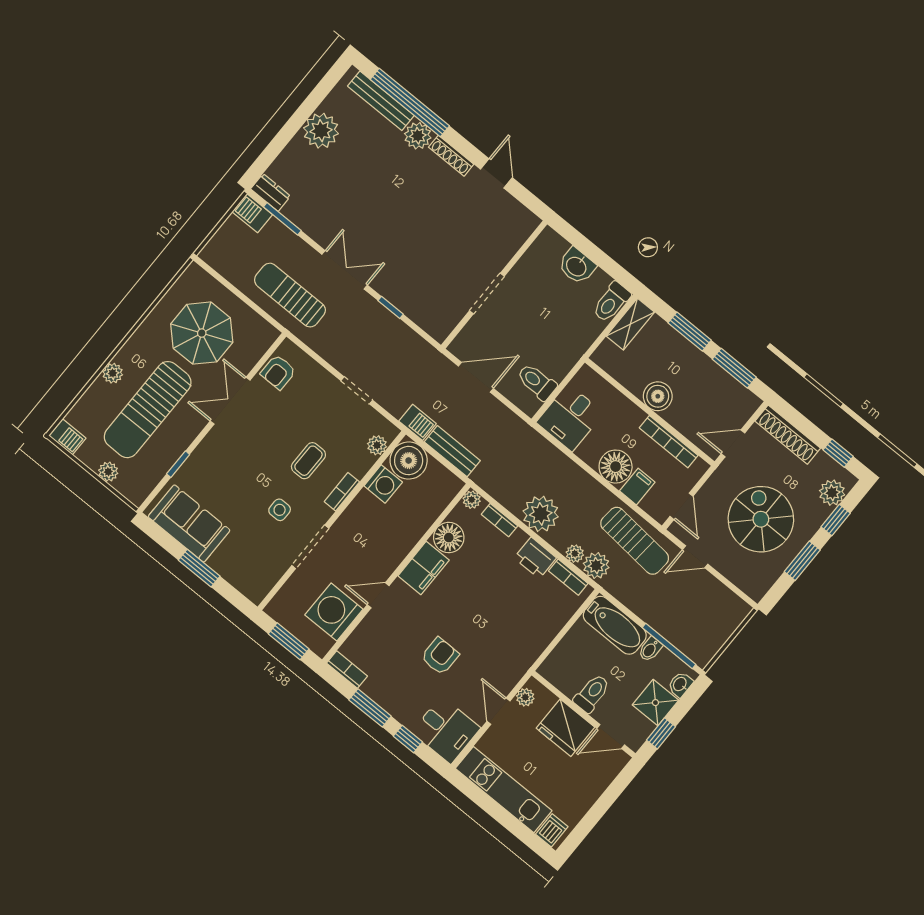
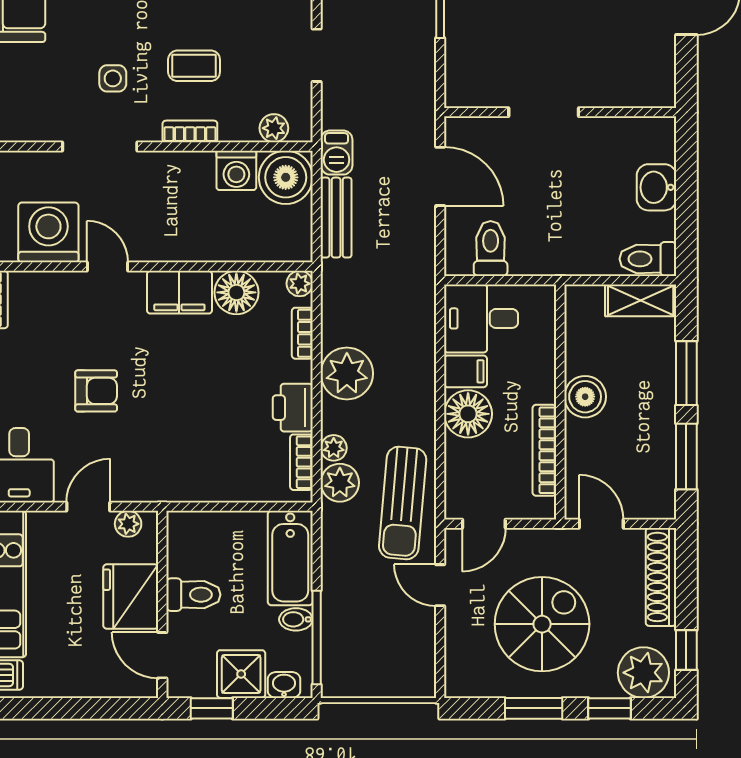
filing cabinet: (637, 487) -> (466, 371), moved
plant: (832, 493) -> (643, 673), width x1.36, depth x1.36

